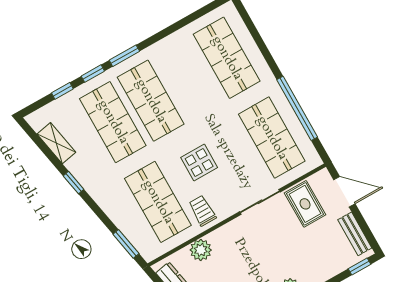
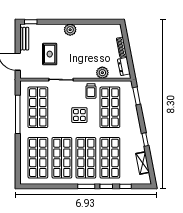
shop shelf: (189, 79) -> (62, 158), added
rug: (305, 204) -> (50, 54), moved

